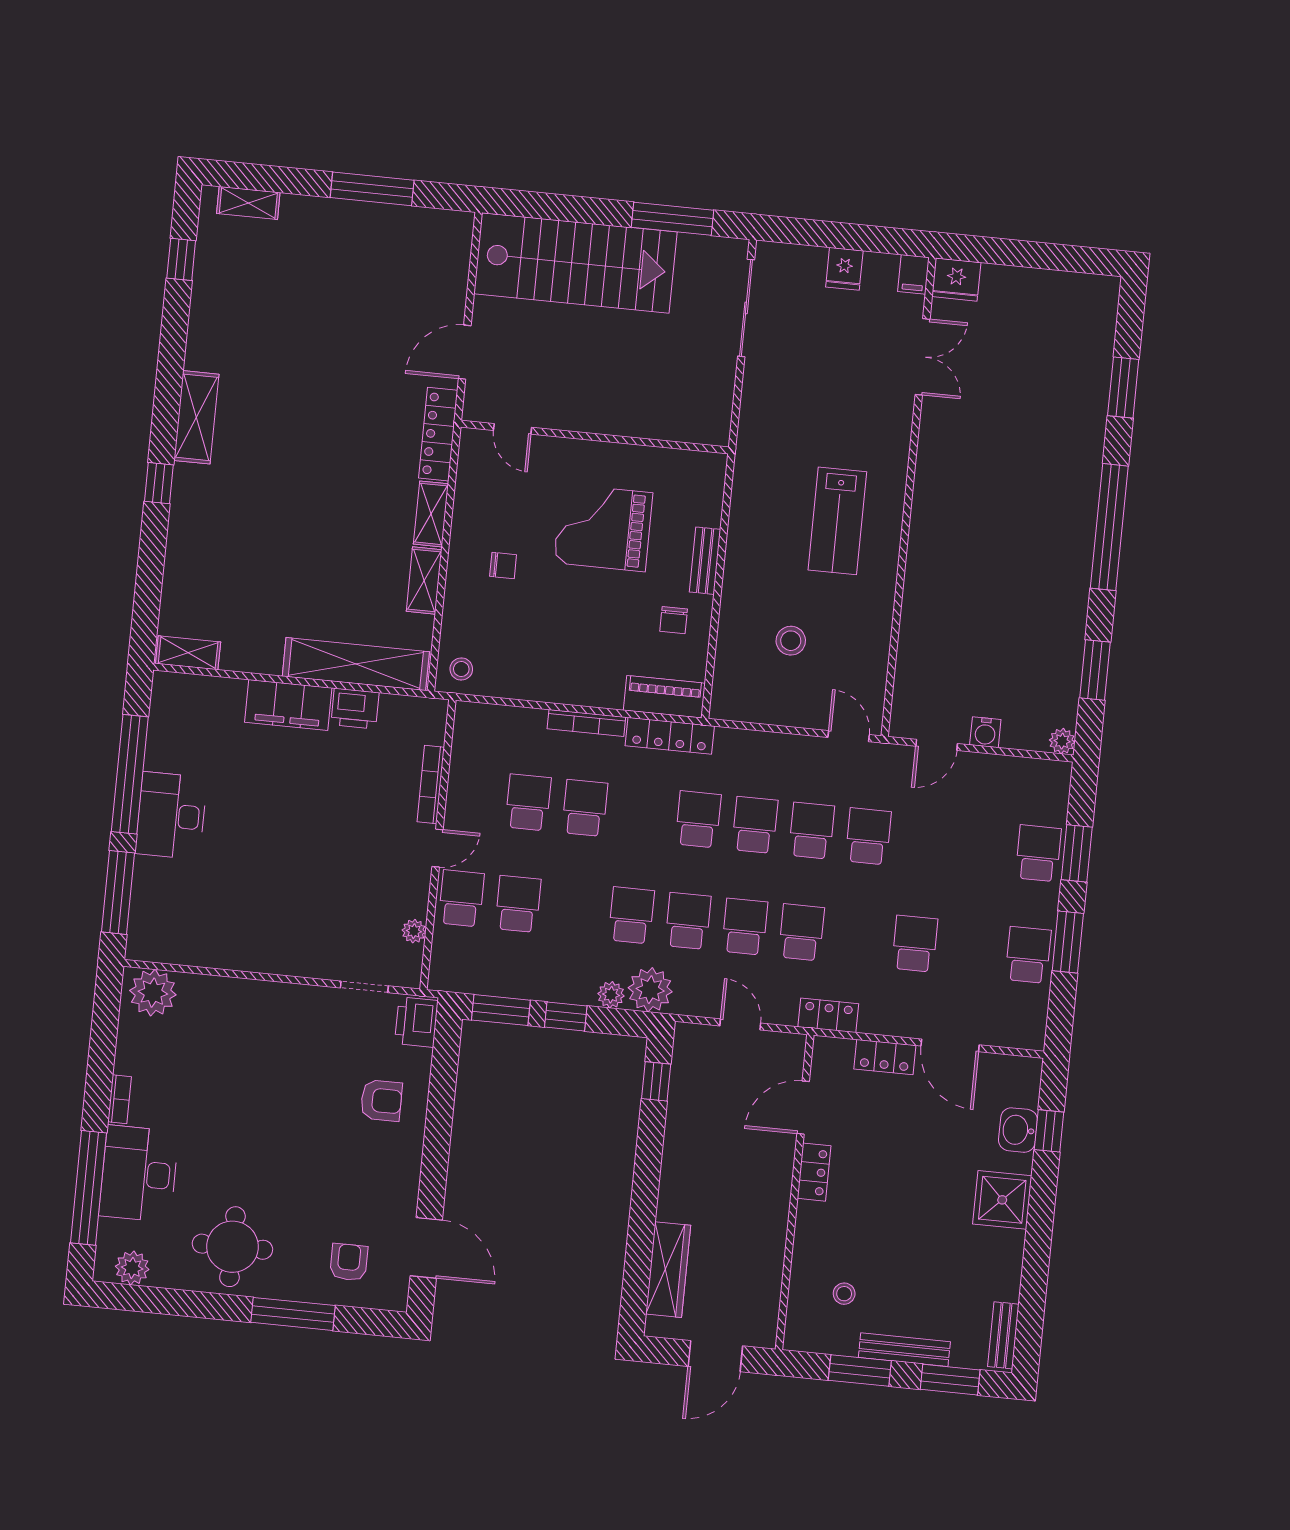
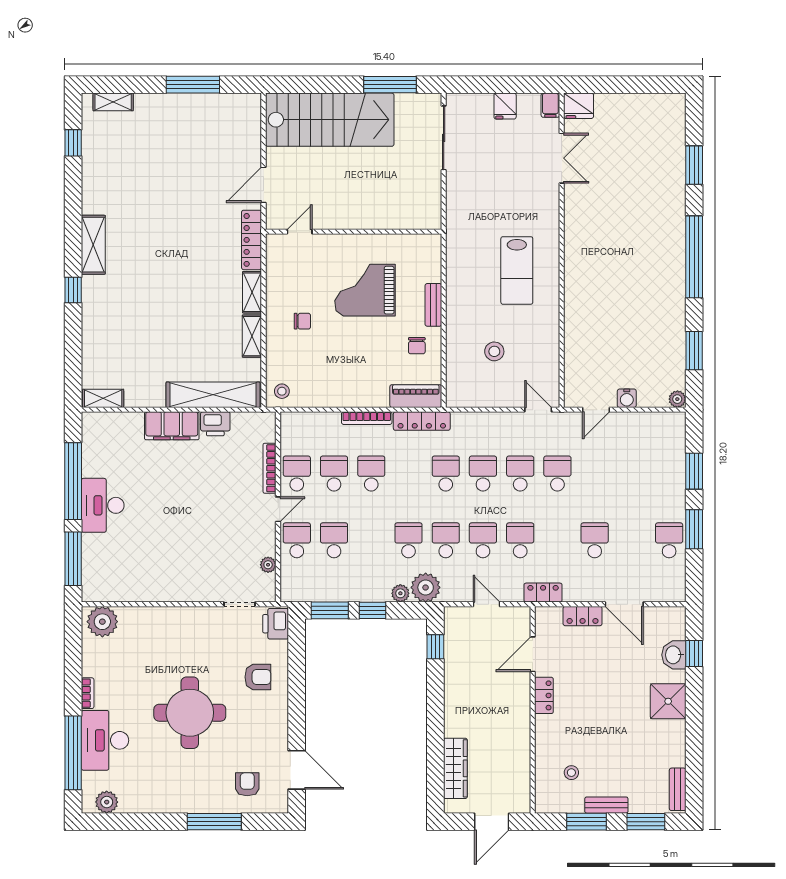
door: (513, 429) -> (300, 232), swing flipped
school desk: (1038, 853) -> (297, 474), moved
round table: (232, 1247) -> (190, 713), moved, width x1.36, depth x1.36
bench: (904, 1350) -> (606, 805), width x0.73

